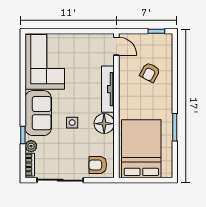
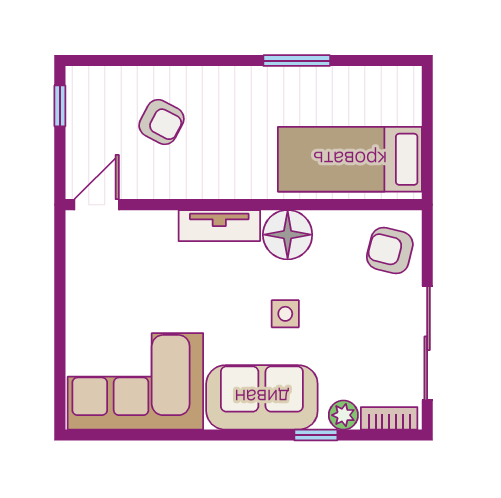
tv unit: (108, 89) -> (219, 226), width x0.71
bed: (141, 149) -> (350, 159), width x0.67
armchair: (98, 165) -> (390, 250), turned 104

